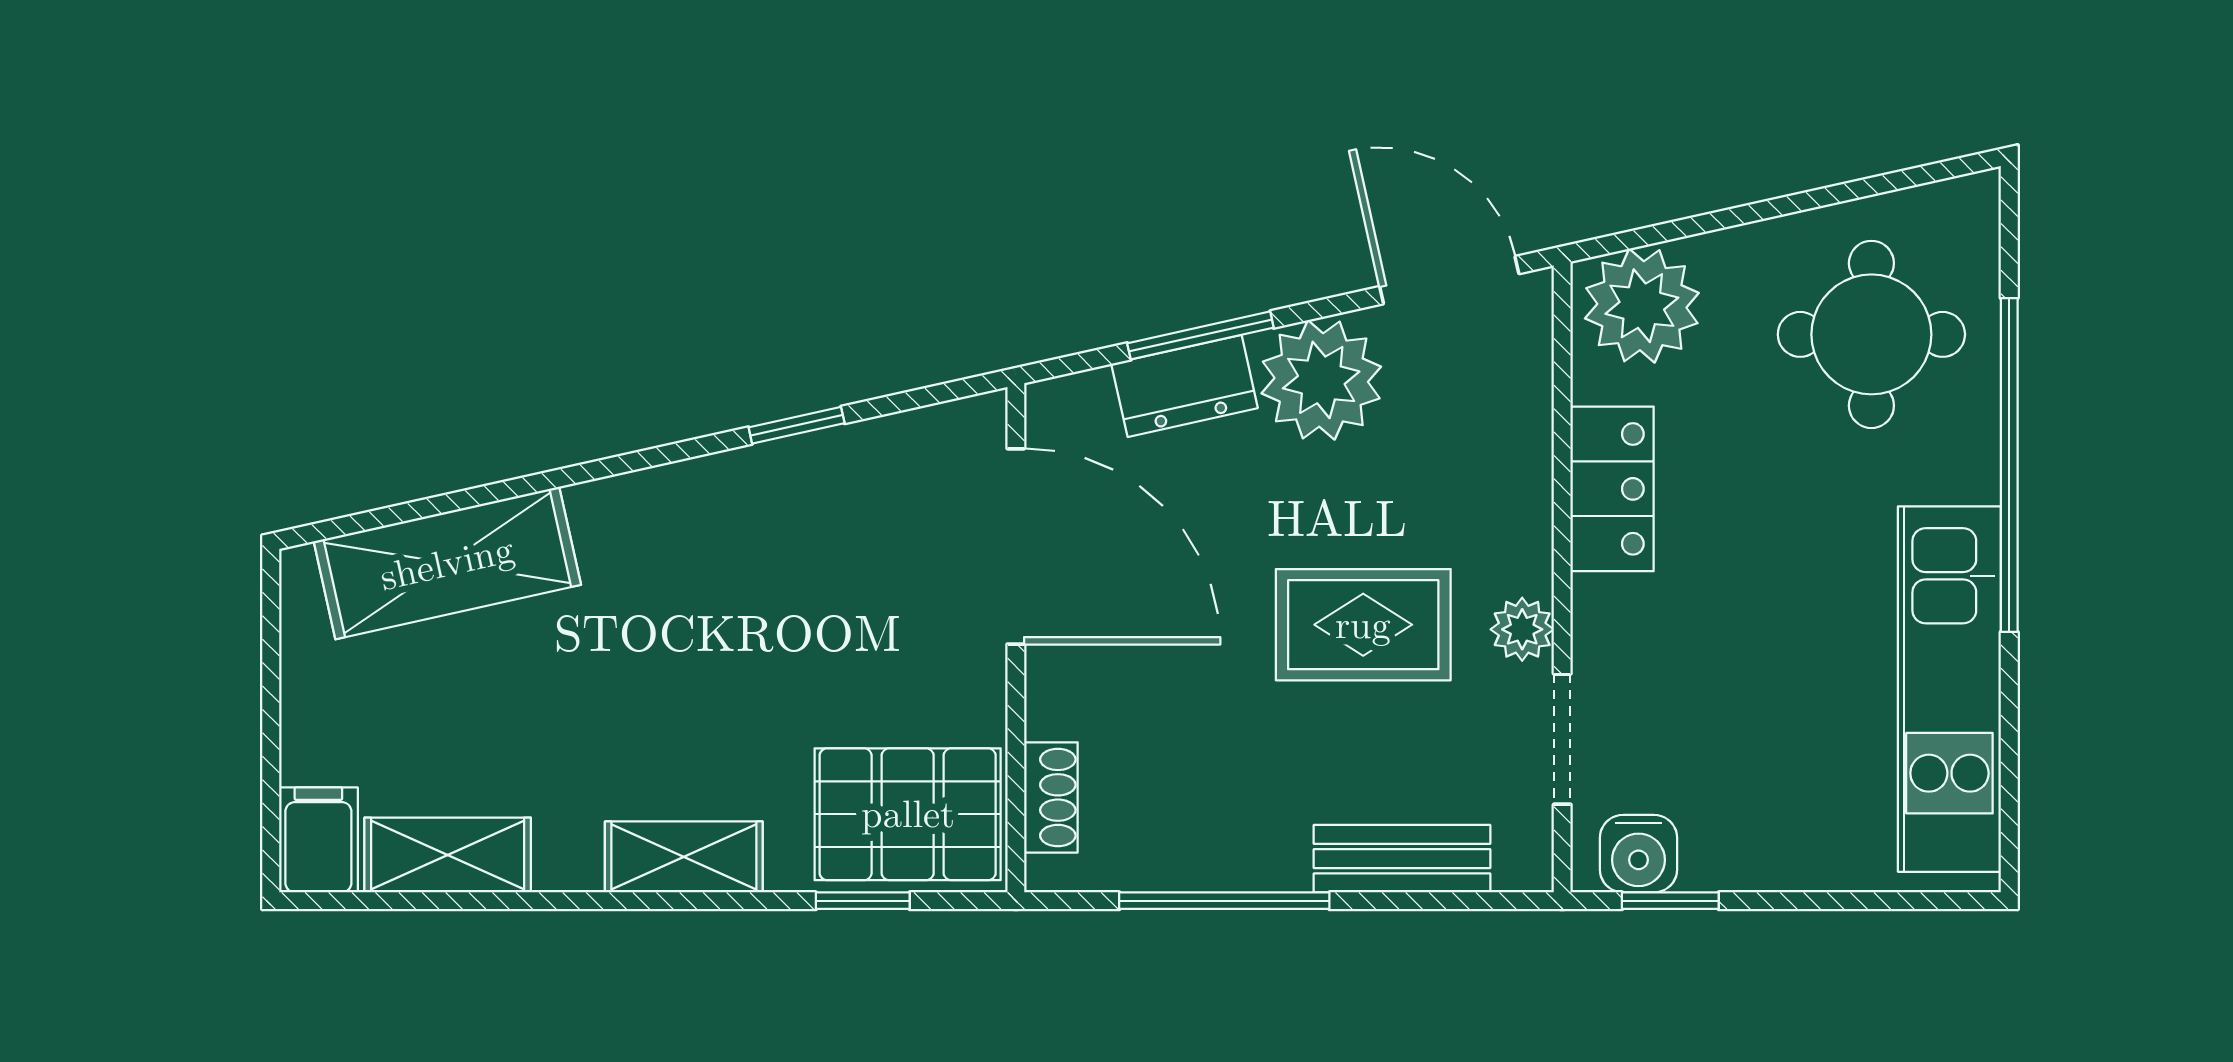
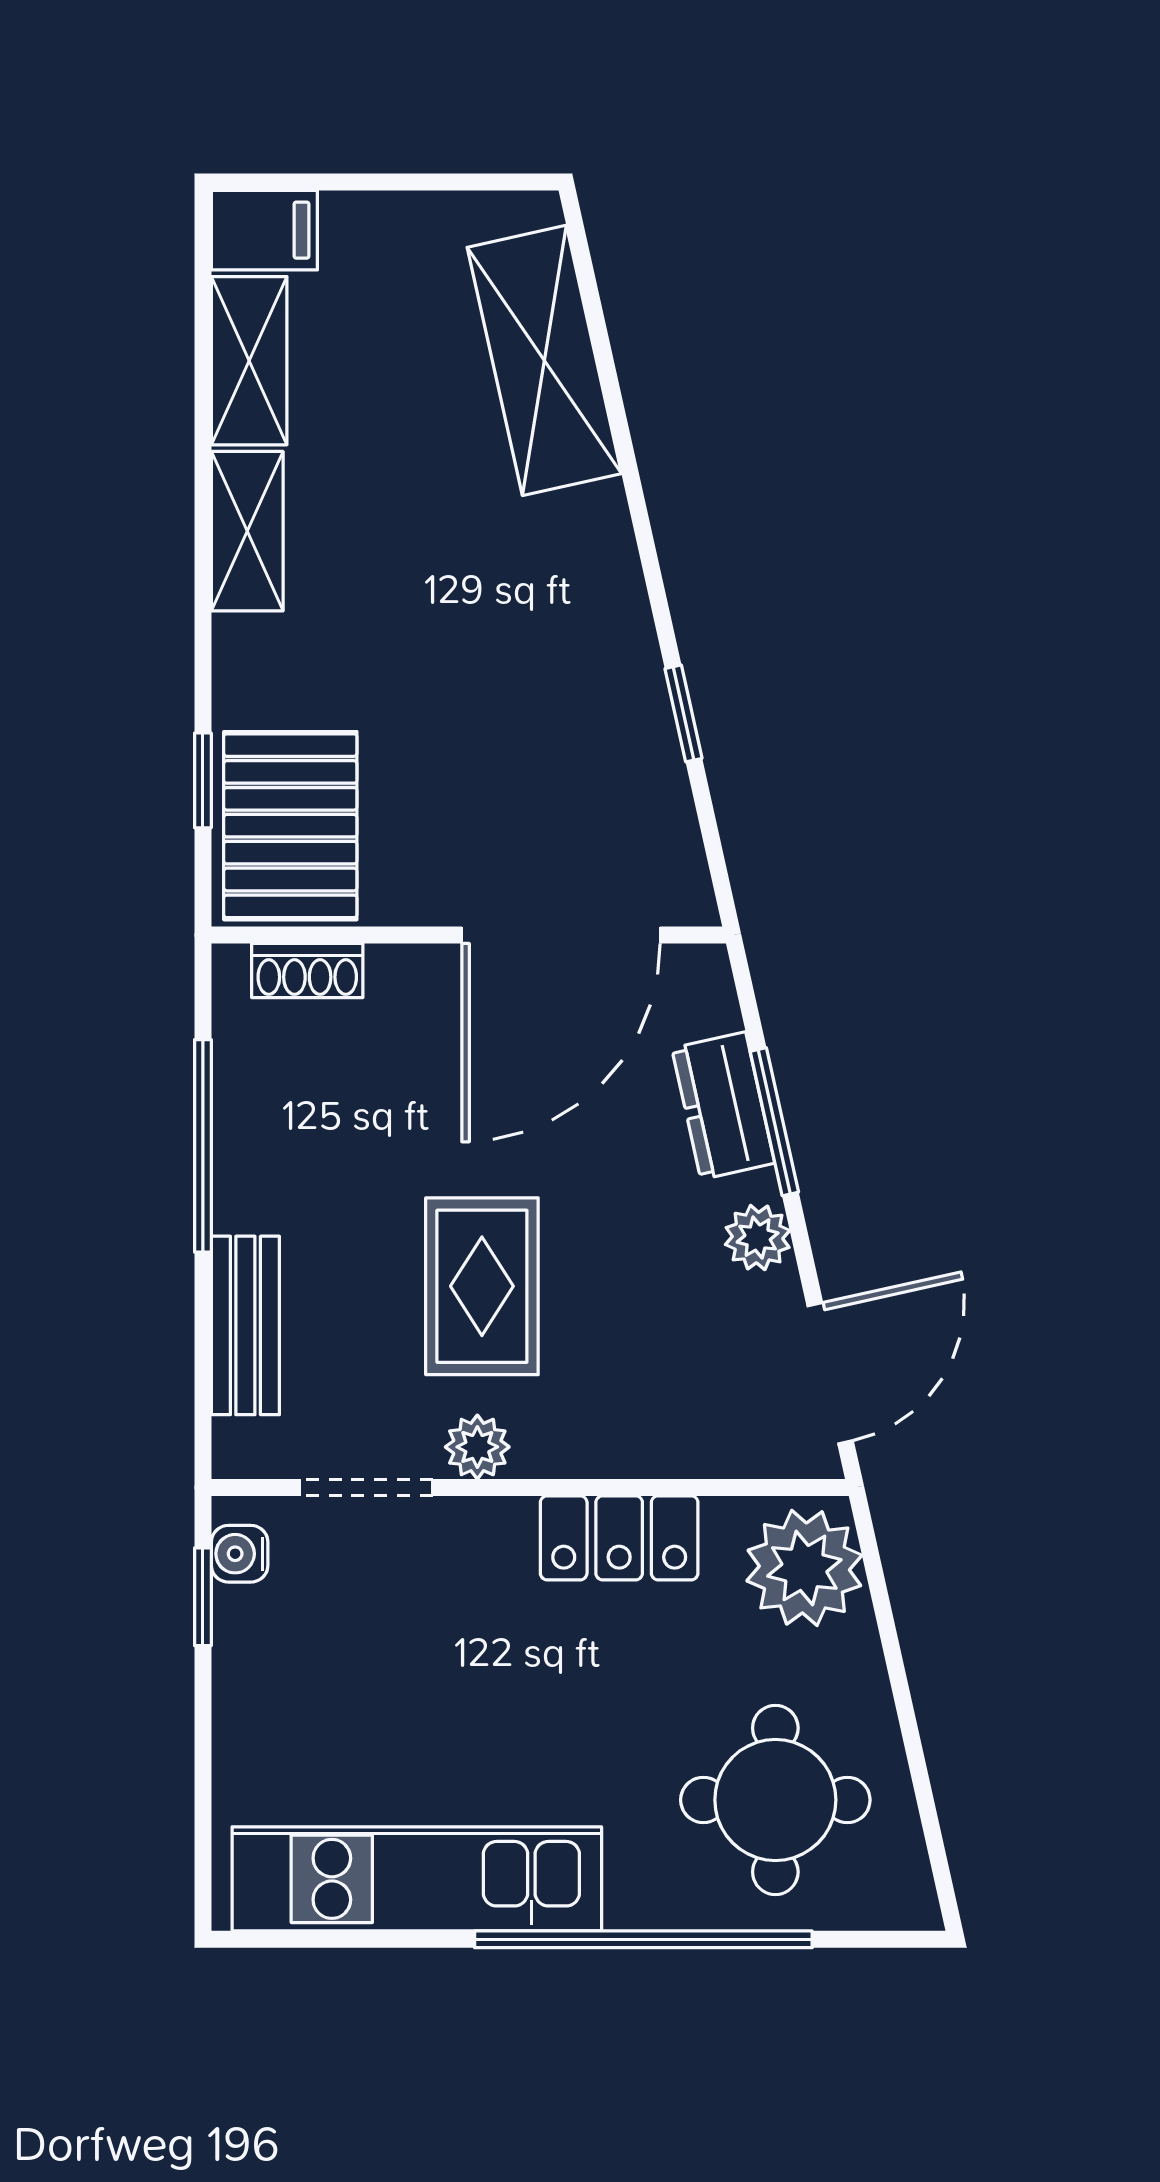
plant: (1321, 380) -> (758, 1238), width x0.53, depth x0.53
water cooler: (1639, 854) -> (240, 1554), width x0.72, depth x0.72
shelving: (684, 857) -> (247, 531), moved

